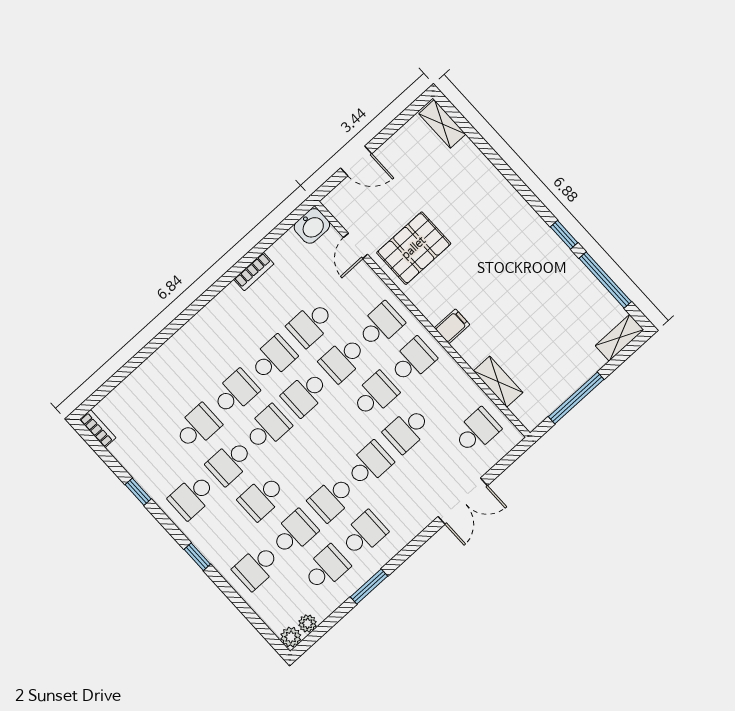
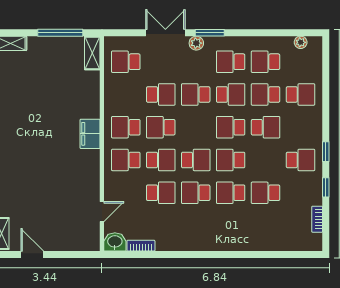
door: (356, 161) -> (32, 255), moved
pallet: (414, 248) -> (73, 184), removed
bookcase: (254, 272) -> (141, 246), moved
filing cabinet: (452, 326) -> (90, 134), width x2.00
shelving: (498, 382) -> (92, 53), moved
bookcase: (98, 429) -> (317, 219), moved
school desk: (230, 462) -> (231, 127), moved, turned 180
window: (197, 557) -> (326, 152), moved
window: (369, 586) -> (210, 33), moved
plant: (291, 637) -> (196, 43), moved

